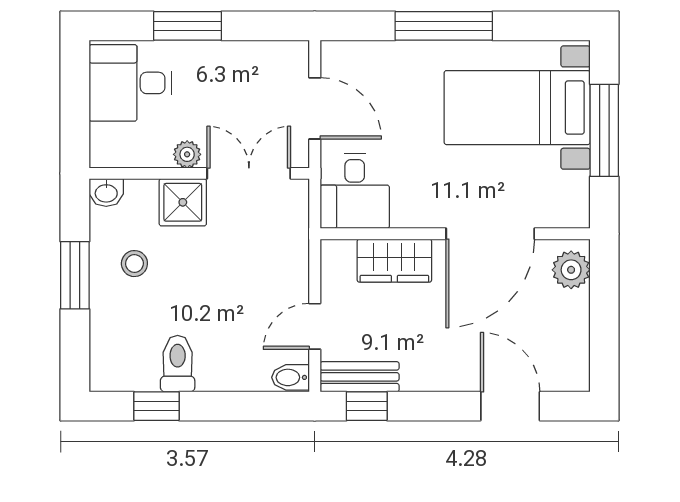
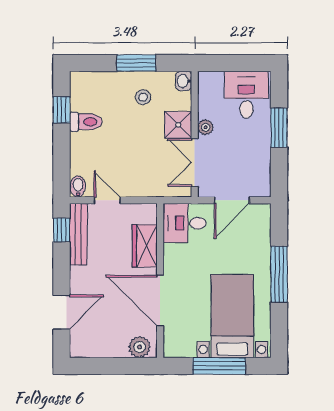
double door: (249, 173) -> (195, 163), swing flipped
bench: (360, 377) -> (78, 234), width x1.36

